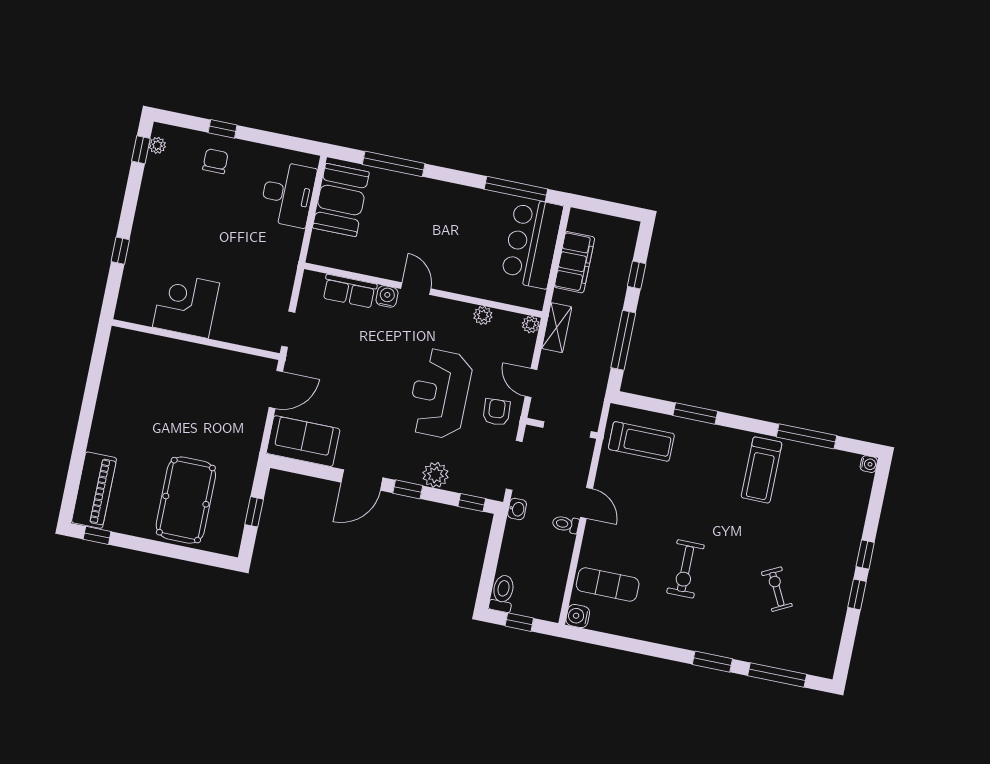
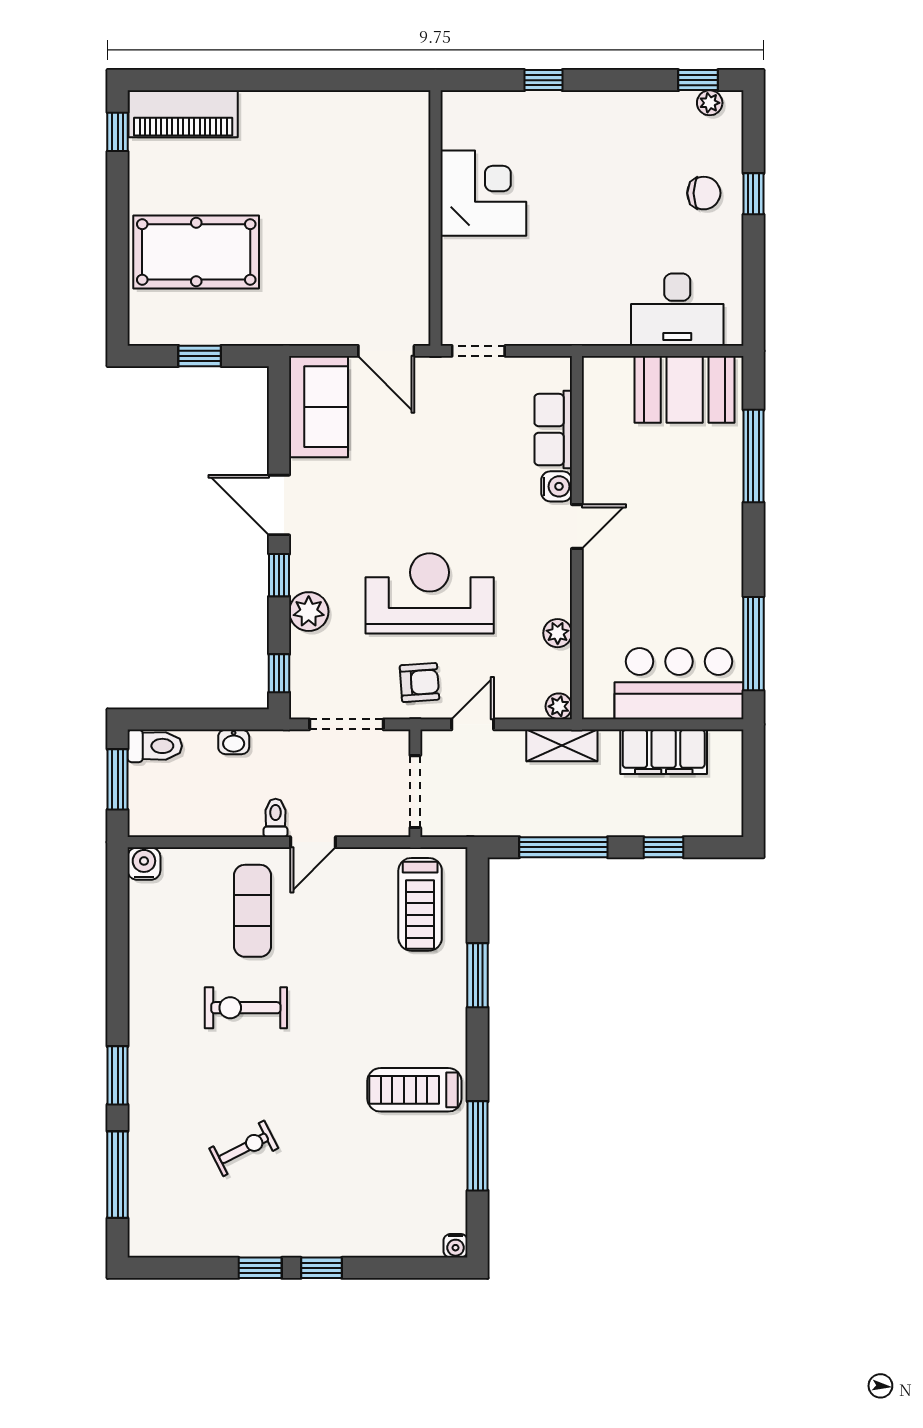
washbasin: (517, 509) -> (234, 742), moved
exercise mat: (608, 584) -> (253, 911), moved
window: (519, 622) -> (118, 779), width x1.50

